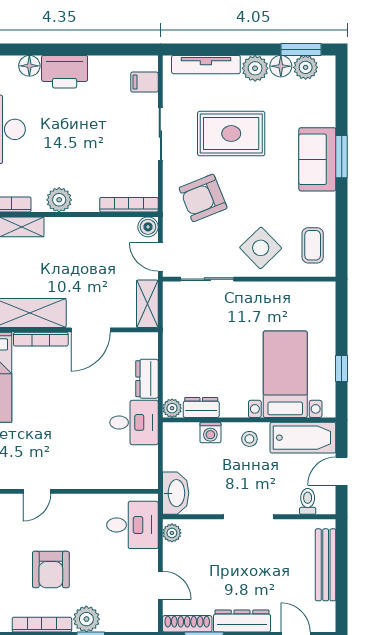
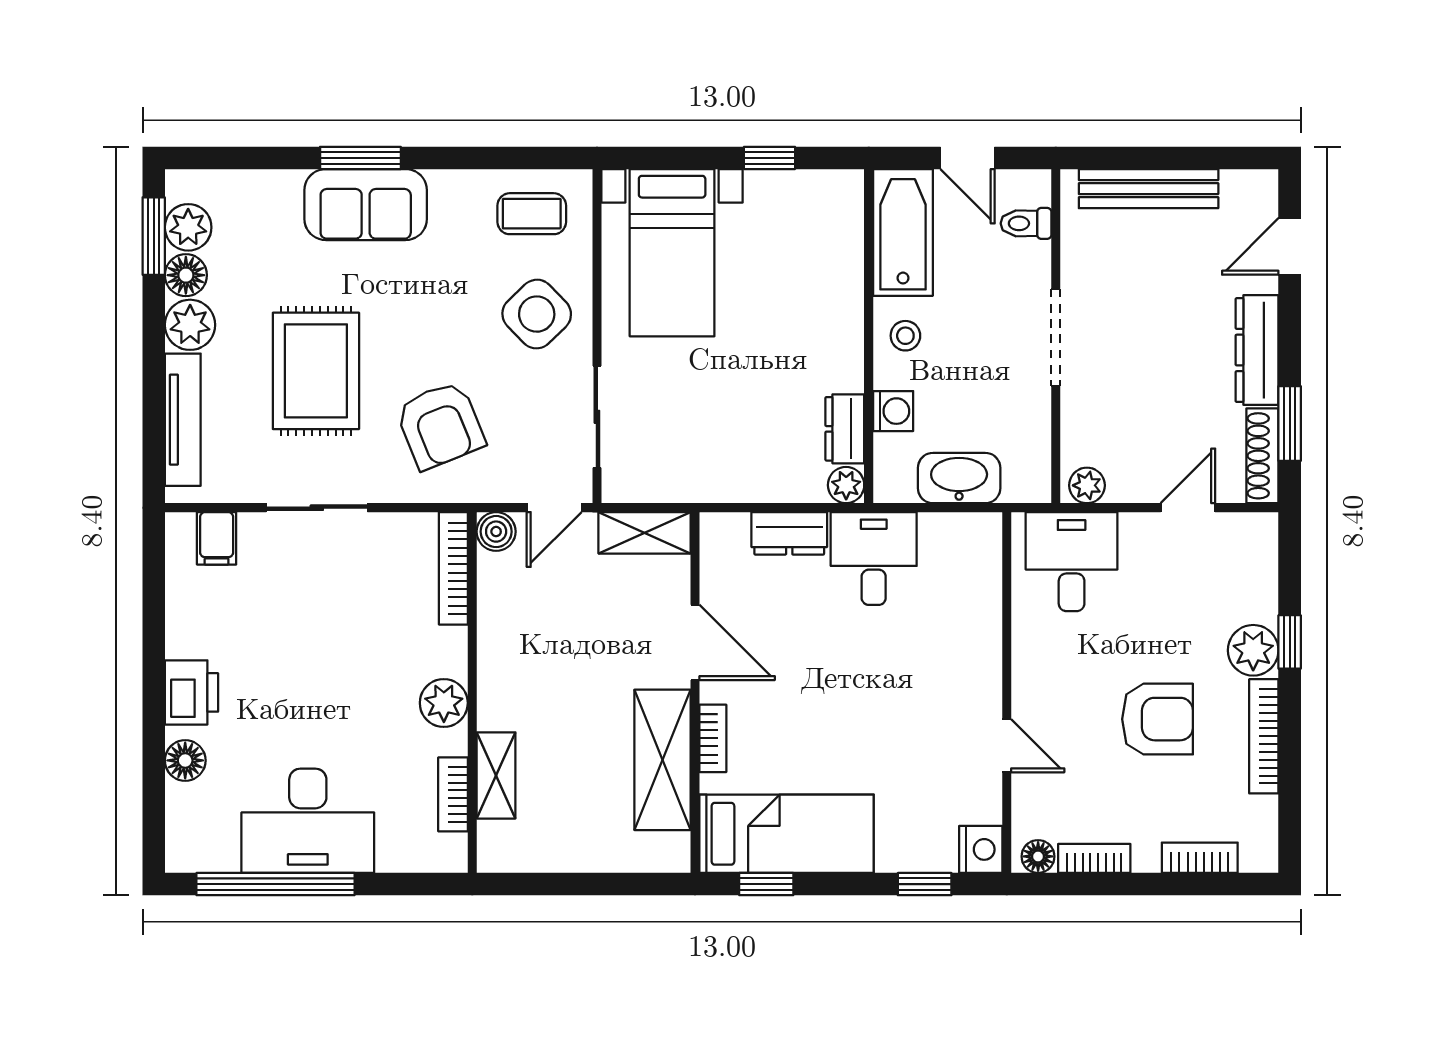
printer: (65, 72) -> (191, 692), width x0.73, depth x0.84
bookcase: (41, 339) -> (713, 738), width x0.64
bed with nightstands: (285, 374) -> (672, 253), moved, turned -90
washbasin: (176, 493) -> (959, 478), moved

